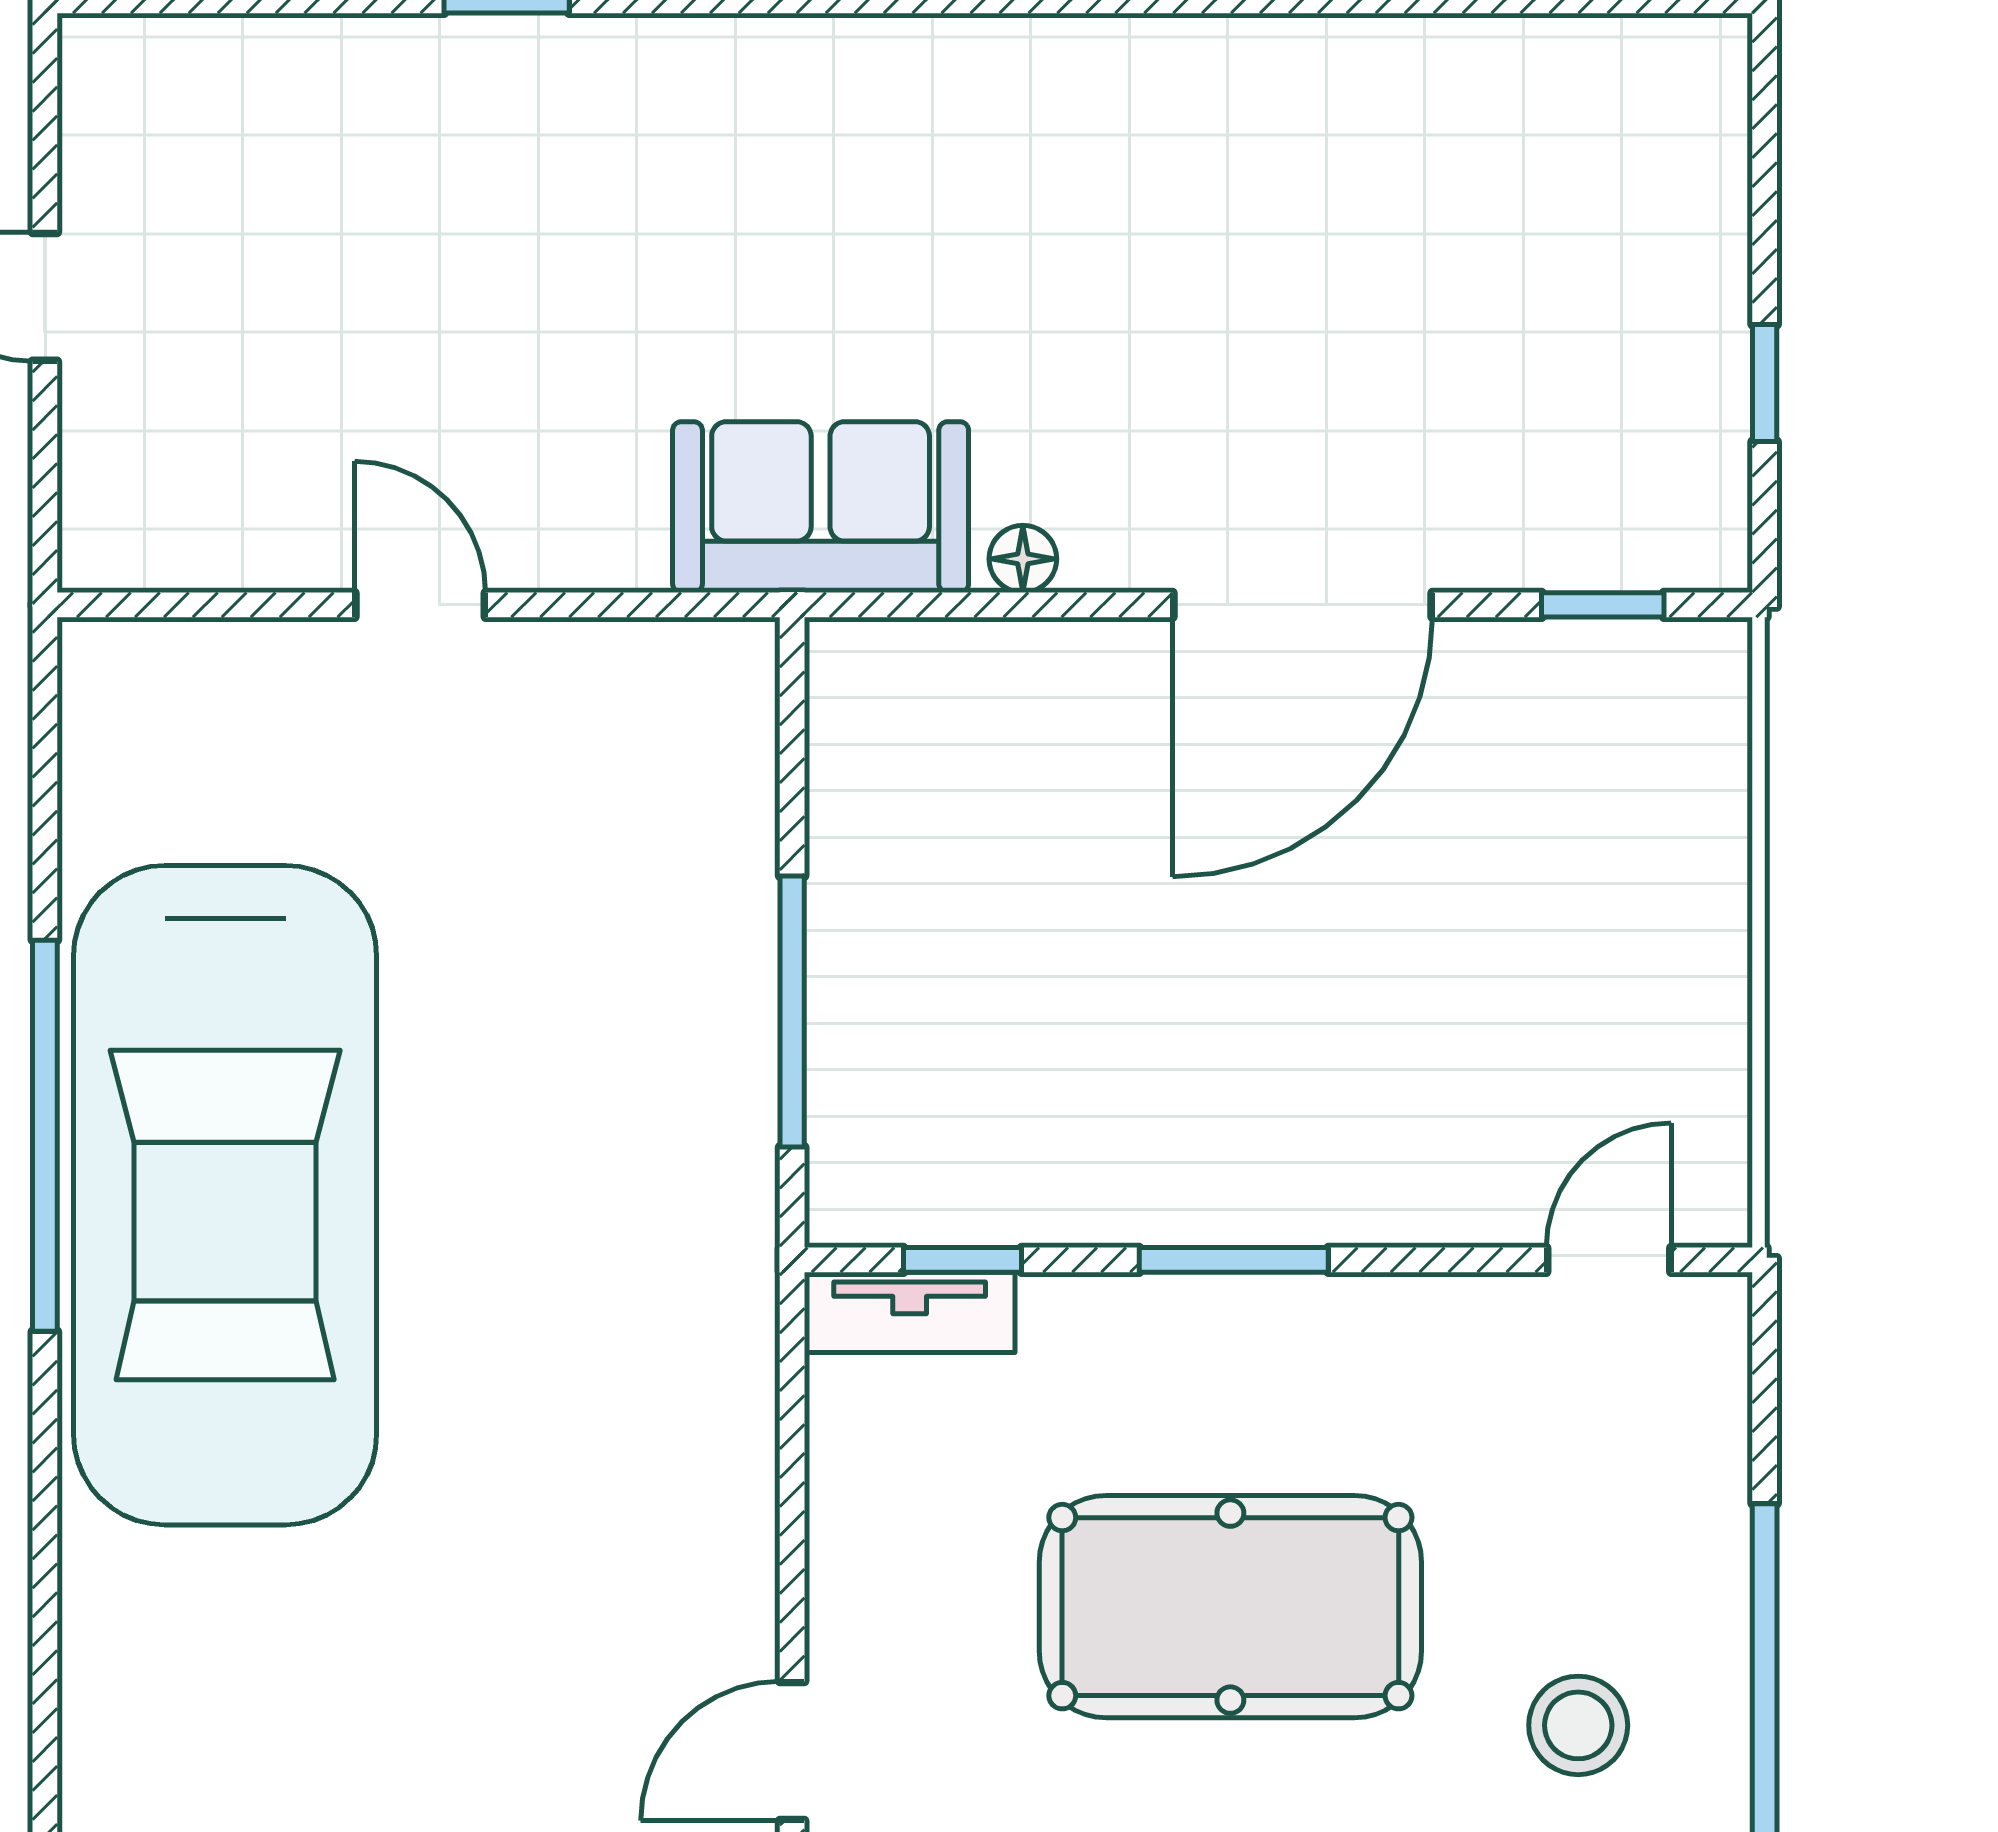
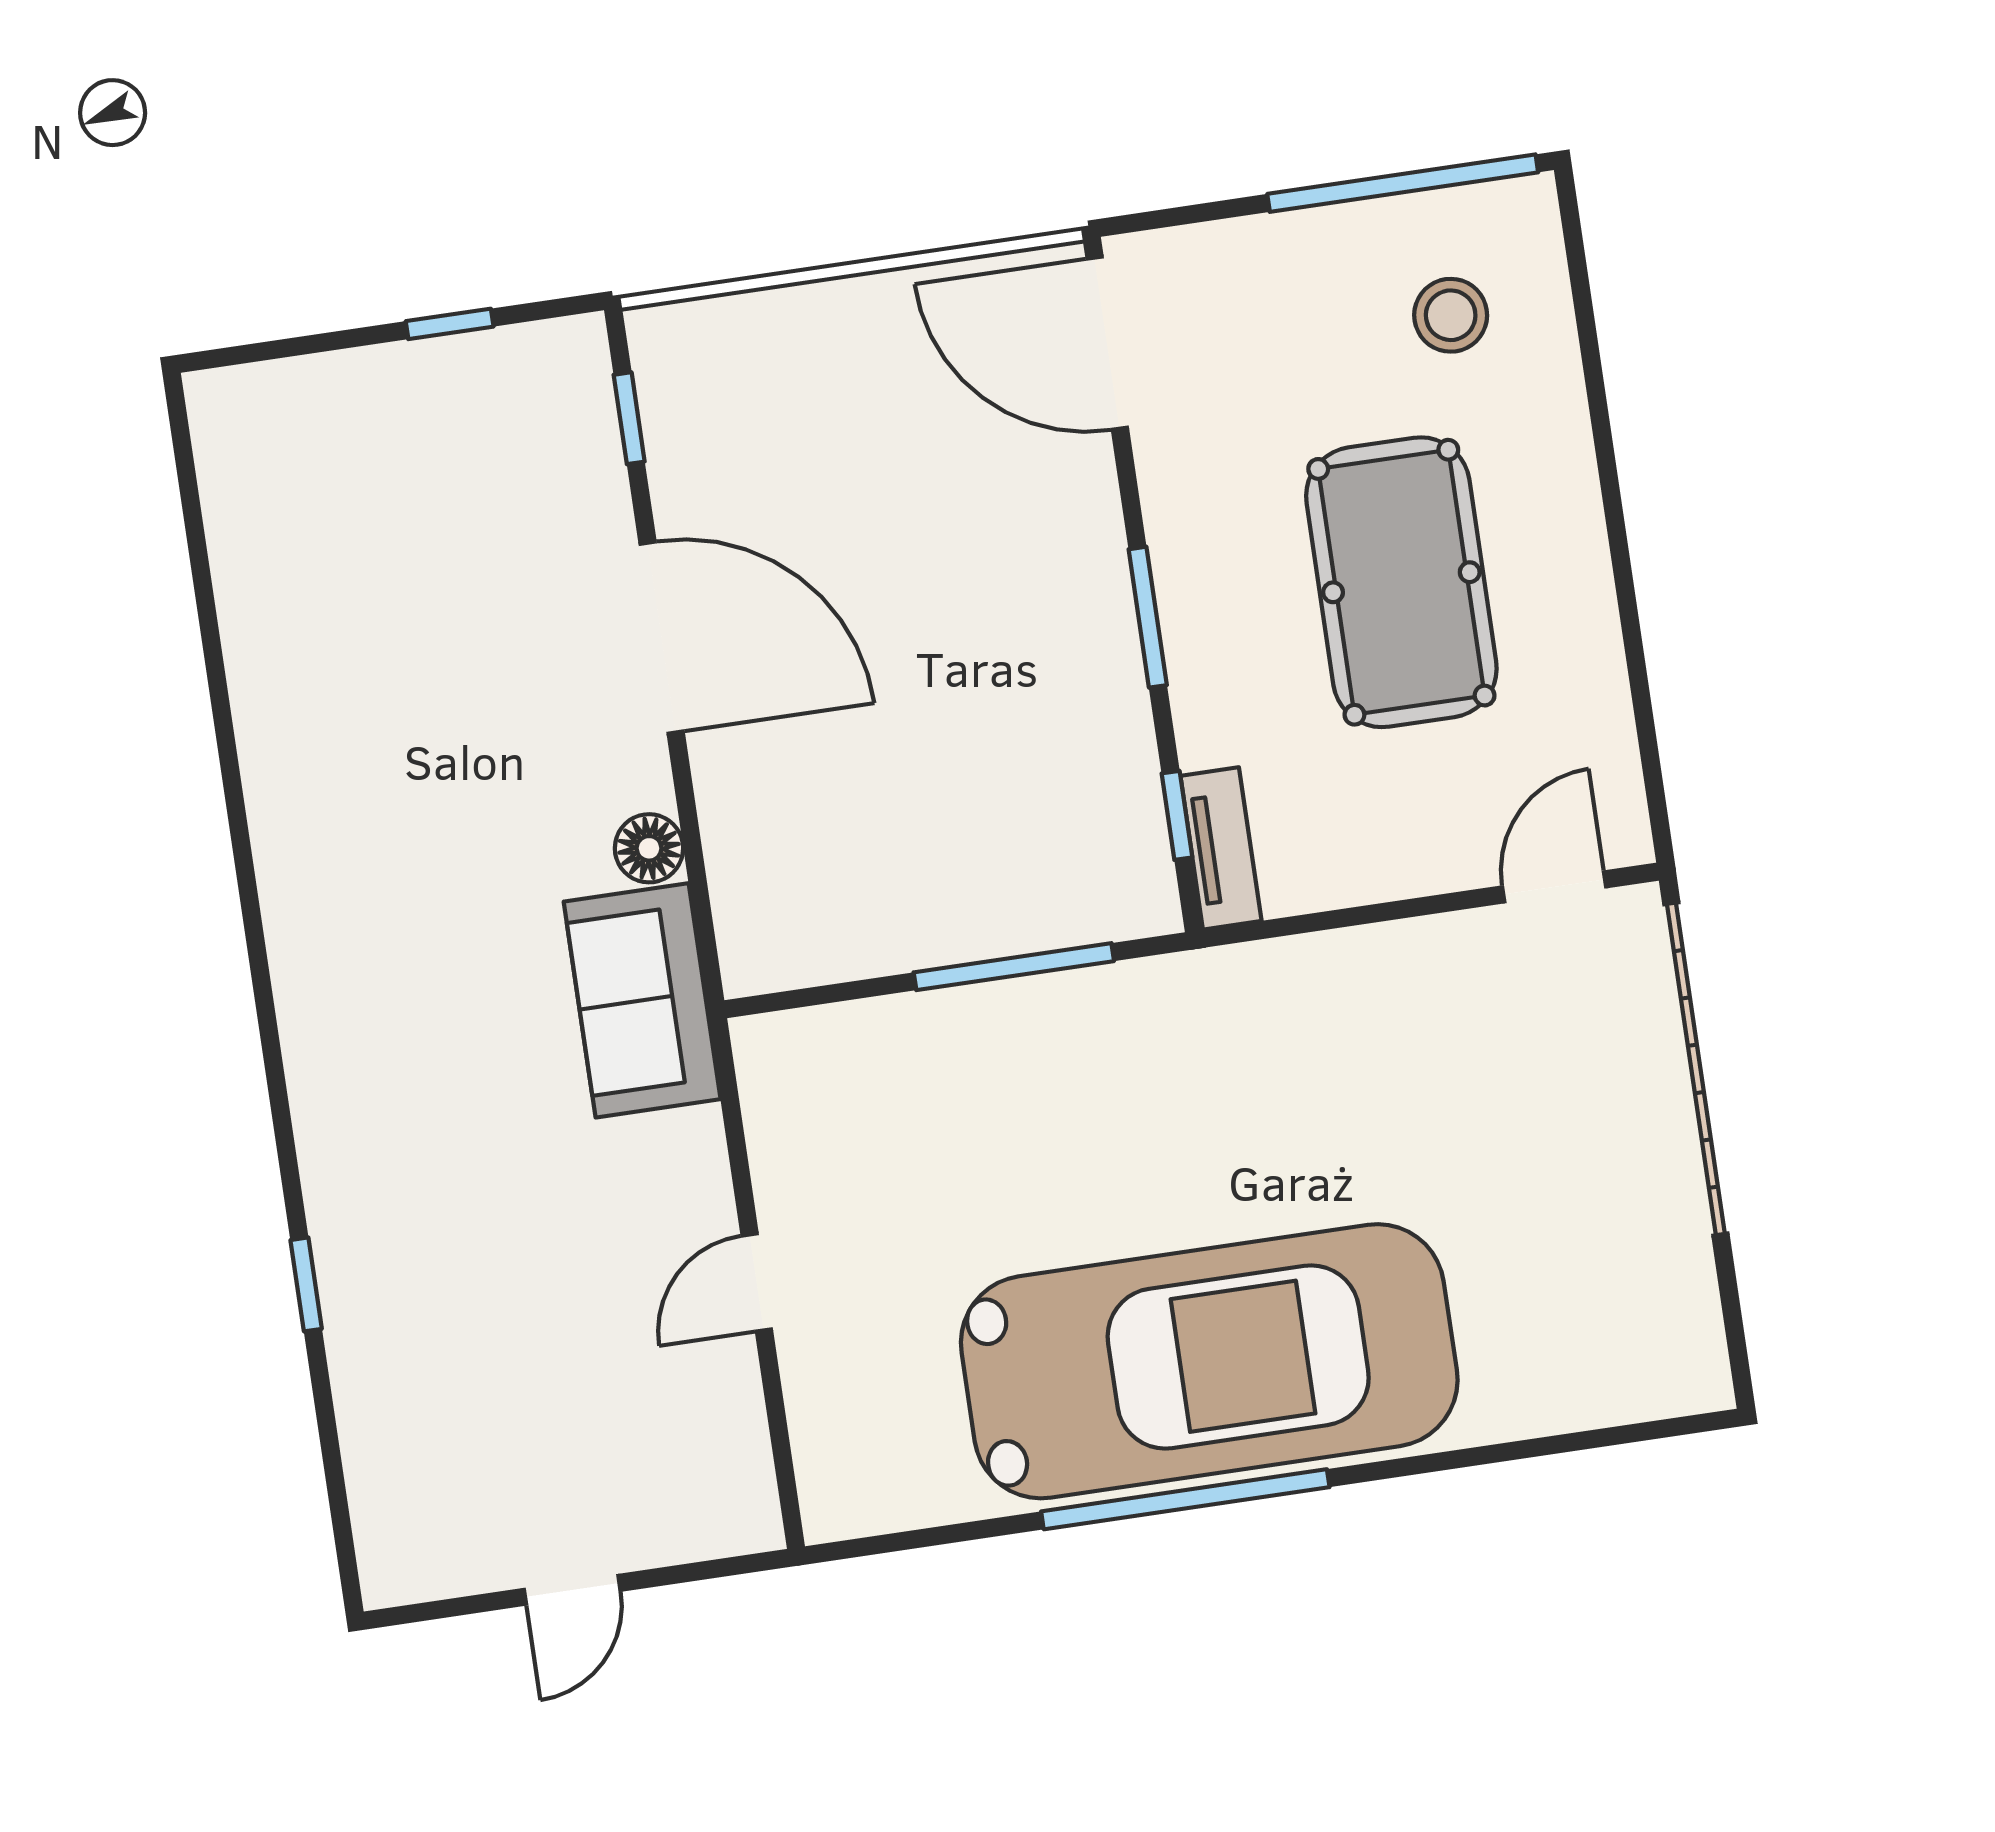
floor lamp: (1023, 559) -> (649, 848), width x1.37, depth x1.37
door: (1609, 1260) -> (1107, 343), width x1.88
door: (792, 1751) -> (1554, 887), swing flipped

